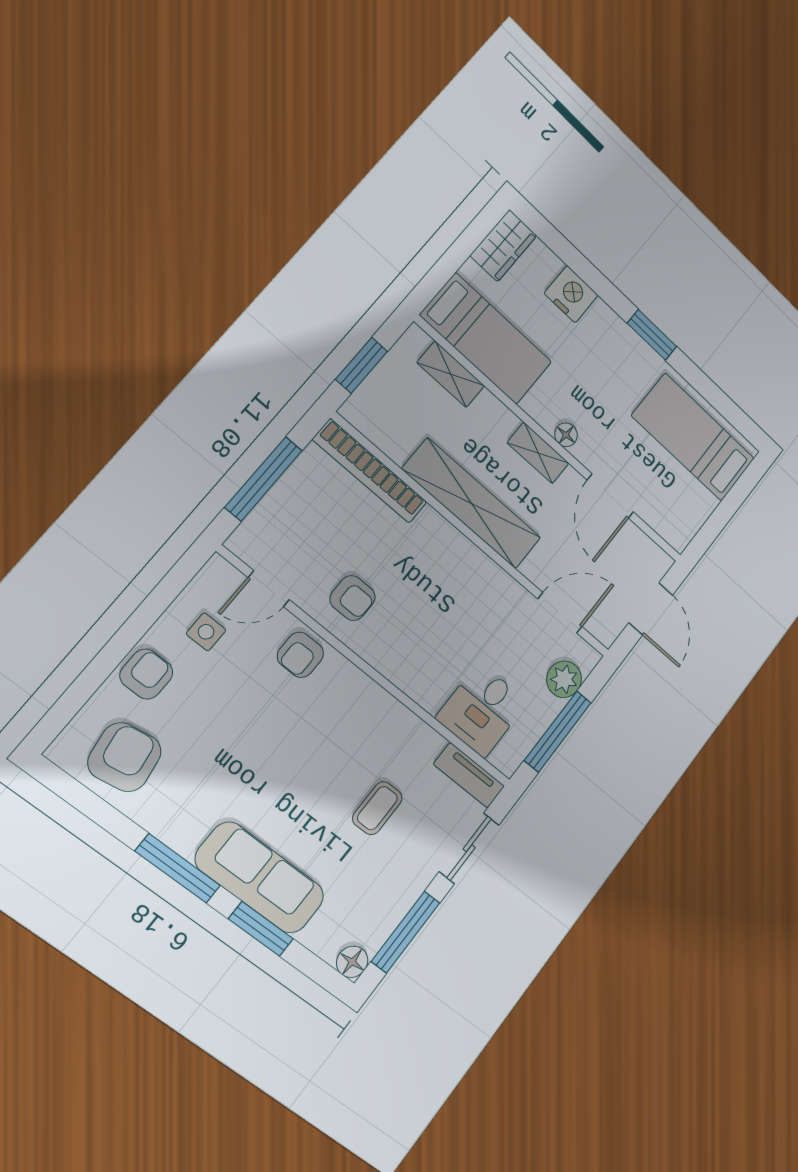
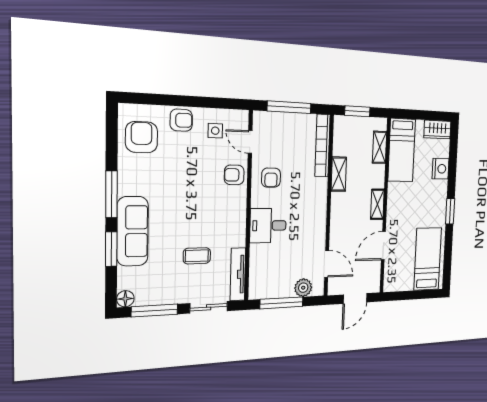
floor lamp: (566, 435) -> (392, 209), removed
shelving: (472, 504) -> (339, 174), width x0.45, depth x0.75
desk: (482, 710) -> (268, 226), moved
armchair: (125, 757) -> (141, 137), turned -81
tv unit: (469, 775) -> (238, 274), width x1.41

